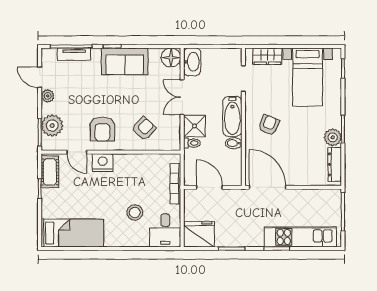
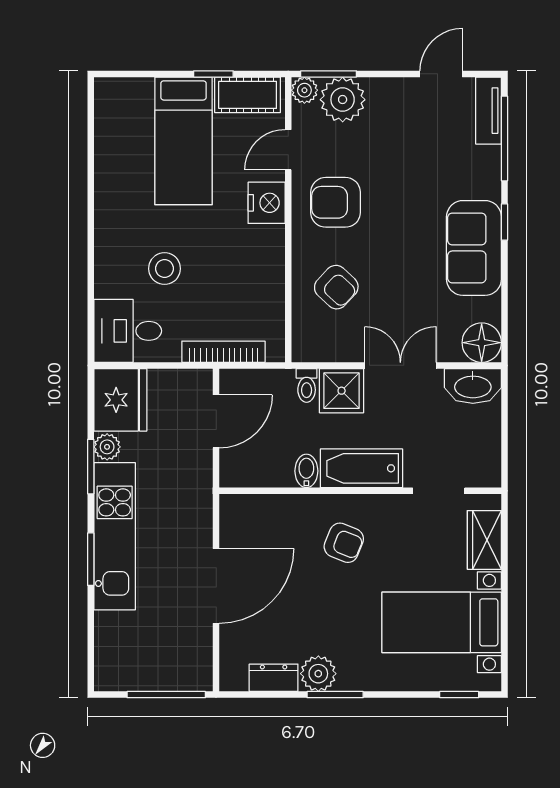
tv unit: (74, 54) -> (489, 111), moved
plant: (48, 96) -> (304, 90), moved
dresser: (335, 164) -> (274, 678), width x0.70
door: (268, 187) -> (216, 586), moved
bed: (72, 233) -> (183, 141), moved
kitchen unit: (300, 237) -> (115, 536), moved
plant: (222, 241) -> (107, 447), added

